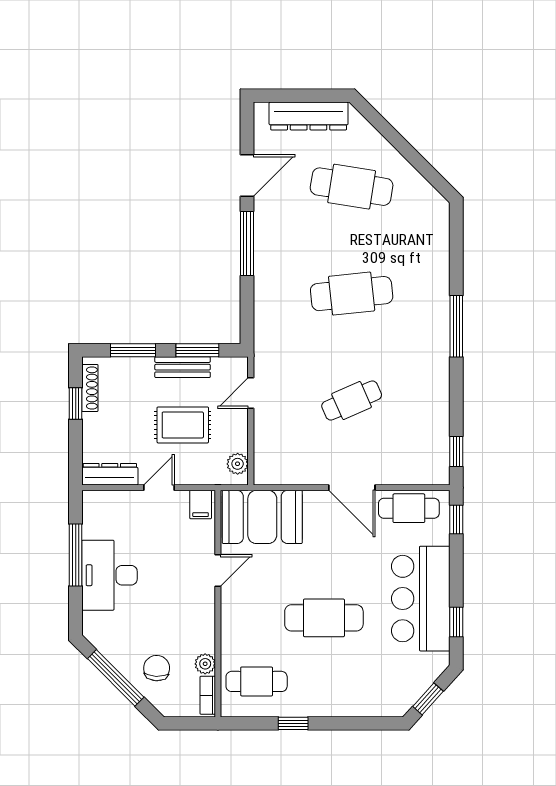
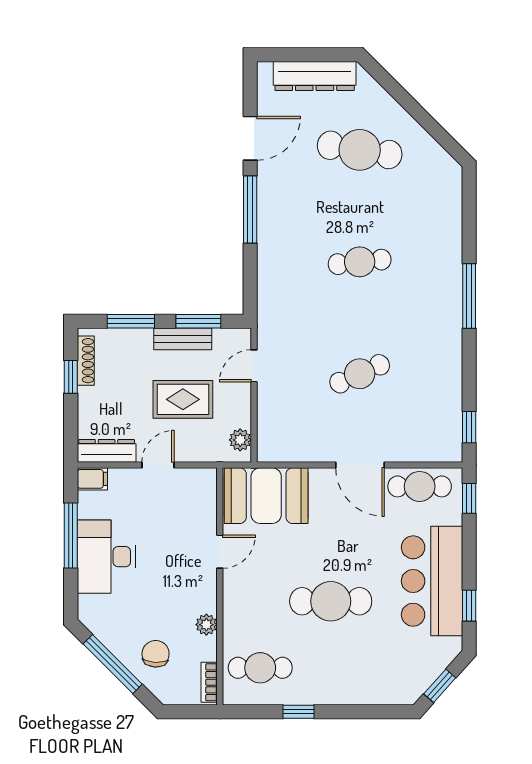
cafe table: (352, 294) -> (360, 262), width x0.73, depth x0.74
filing cabinet: (201, 505) -> (92, 479), moved, turned -90
plant: (205, 664) -> (206, 625), moved

